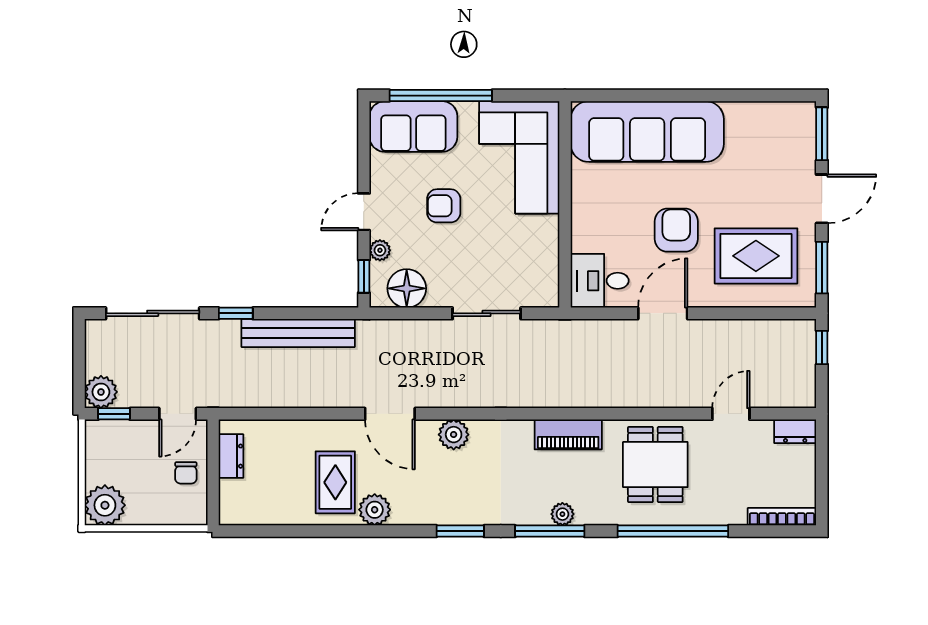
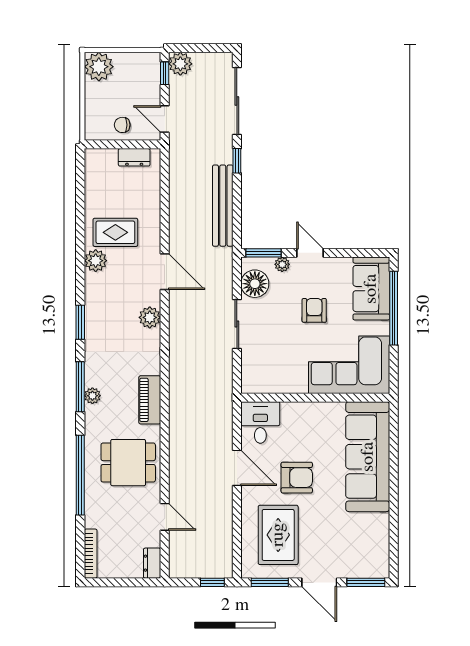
window: (364, 276) -> (263, 253), width x1.50
sliding door: (487, 313) -> (237, 324), moved
door: (390, 414) -> (165, 272), swing flipped

